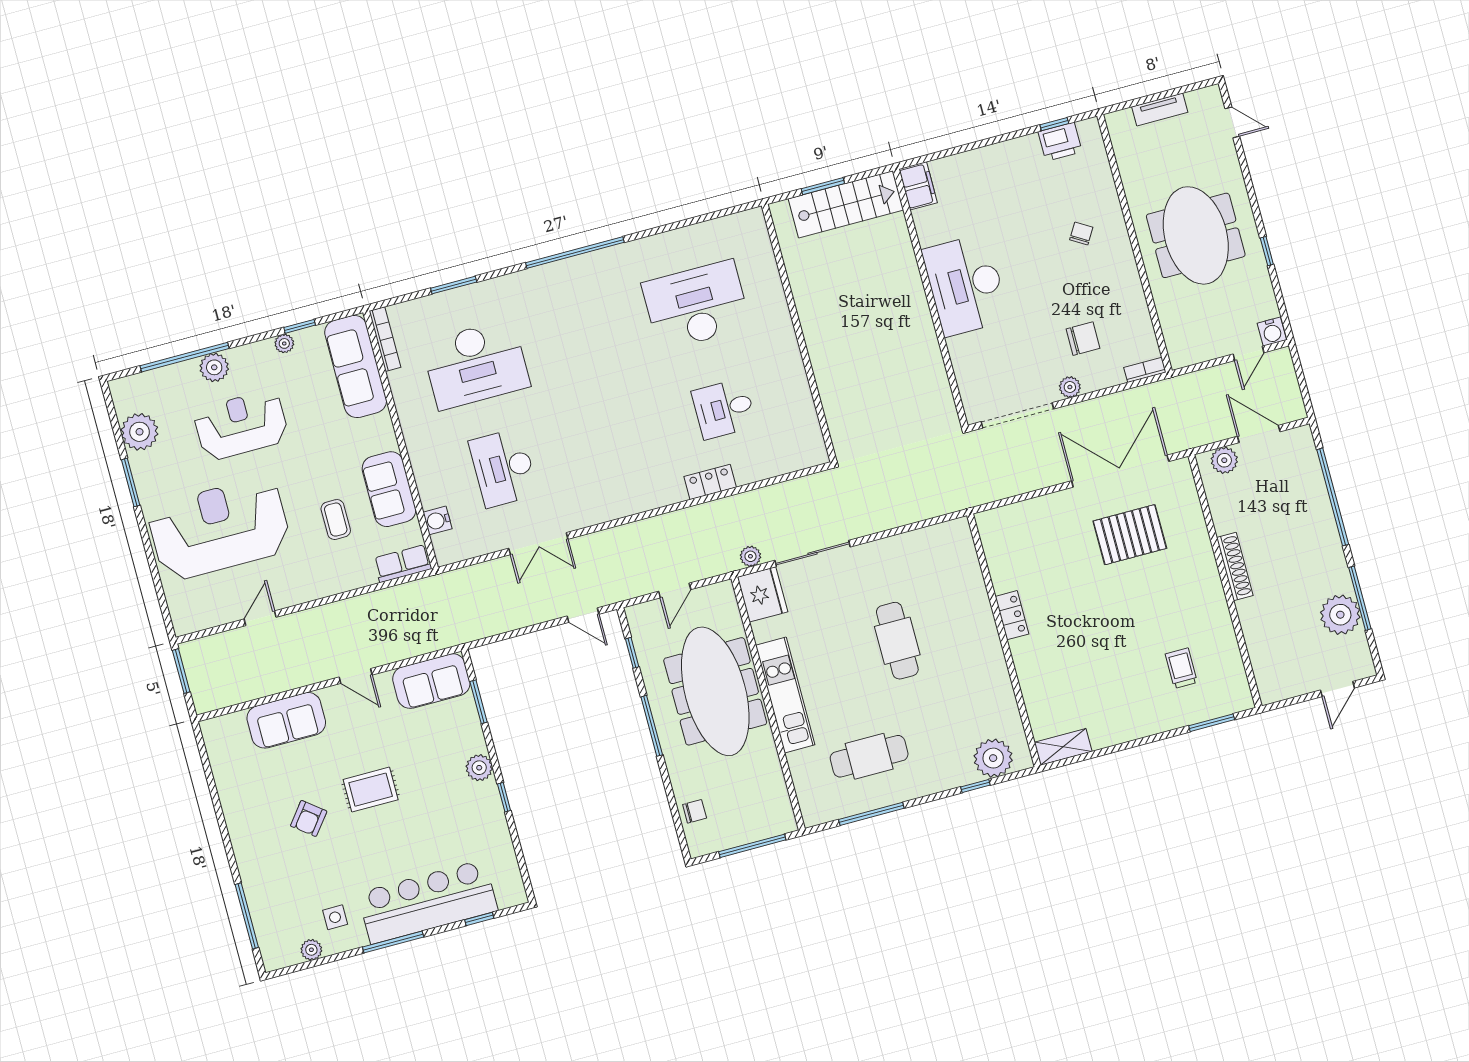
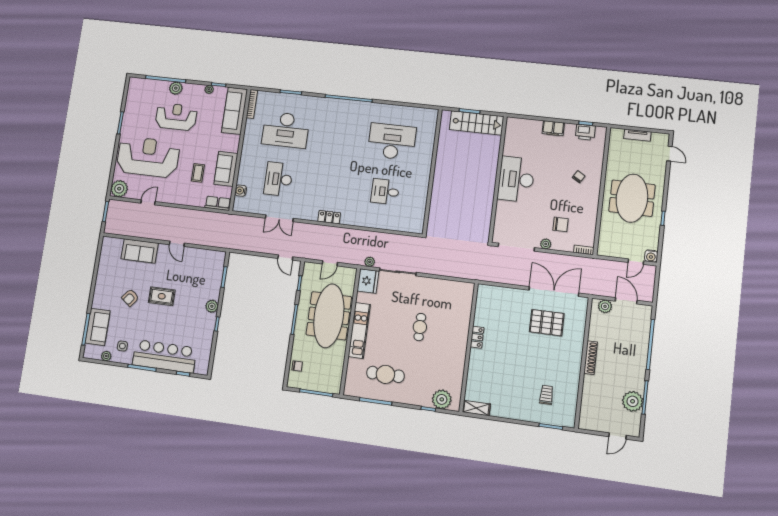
filing cabinet: (918, 186) -> (553, 128), moved, turned 90
plant: (140, 432) -> (119, 189), moved
locker: (710, 482) -> (329, 217), moved
cafe table: (897, 641) -> (420, 327), width x0.73, depth x0.74
sofa: (431, 681) -> (98, 327), moved, turned -90

